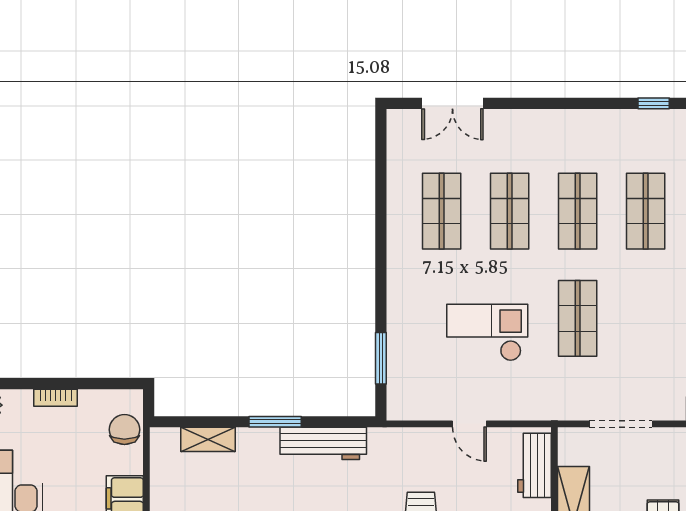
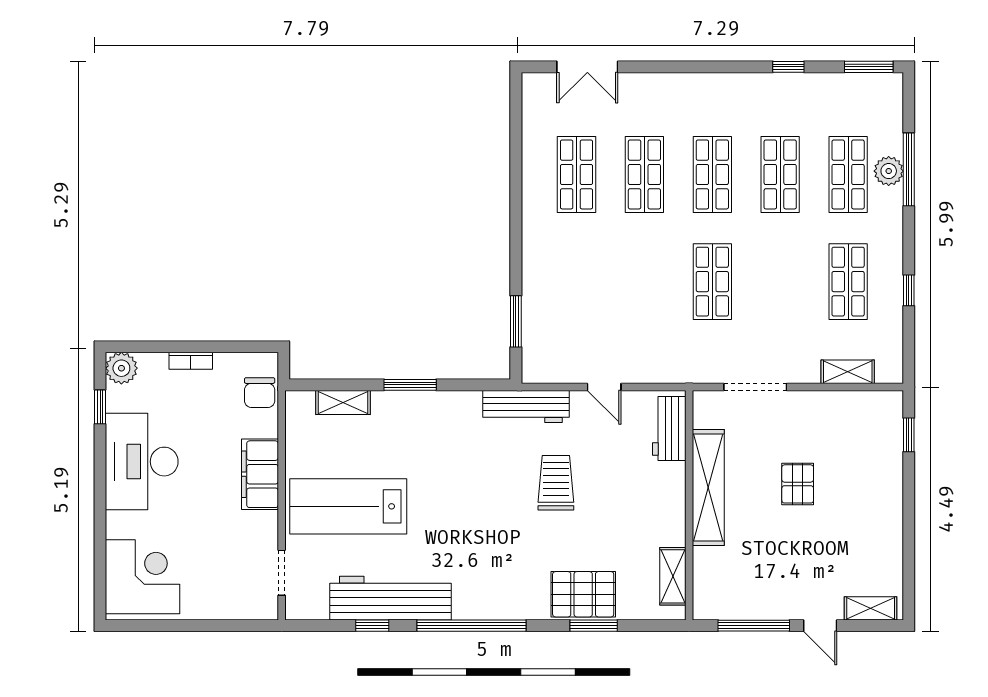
checkout: (487, 332) -> (622, 296), removed
chair: (124, 430) -> (260, 393), turned 180
workbench: (323, 443) -> (526, 406), moved

